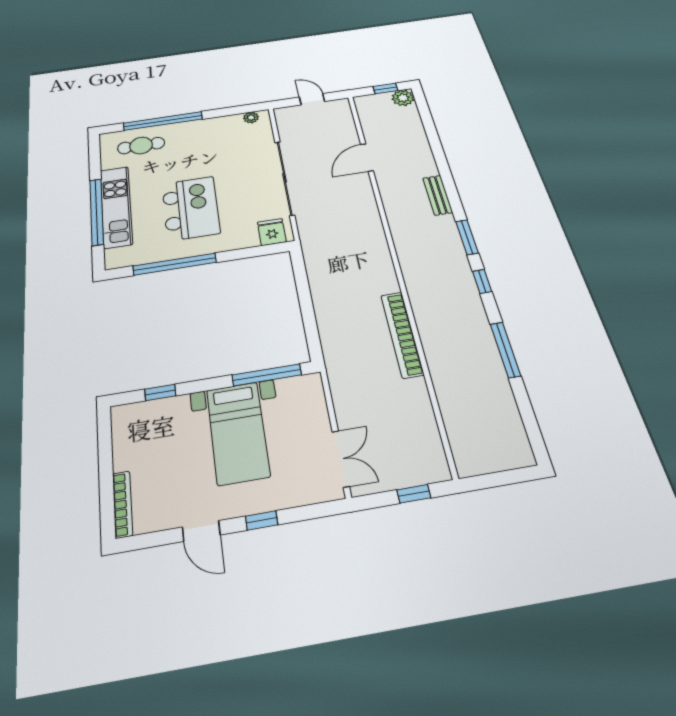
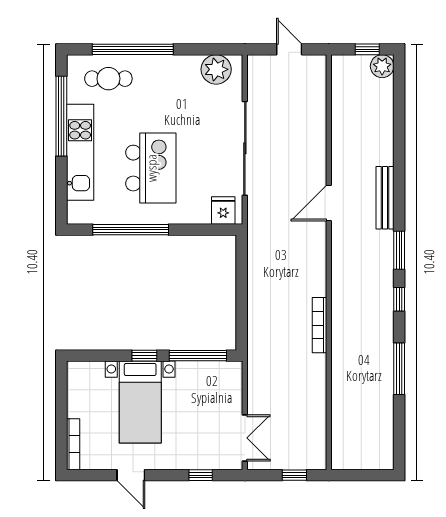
plant: (251, 118) -> (216, 69), width x1.88, depth x1.88
door: (367, 158) -> (329, 203), moved
bench: (438, 195) -> (385, 198), width x1.36
window: (97, 212) -> (61, 116), moved
bookcase: (402, 334) -> (320, 325), width x0.68, depth x0.76
window: (160, 392) -> (144, 356), moved
bed with nightstands: (238, 432) -> (140, 402), moved
window: (262, 520) -> (201, 475), moved

